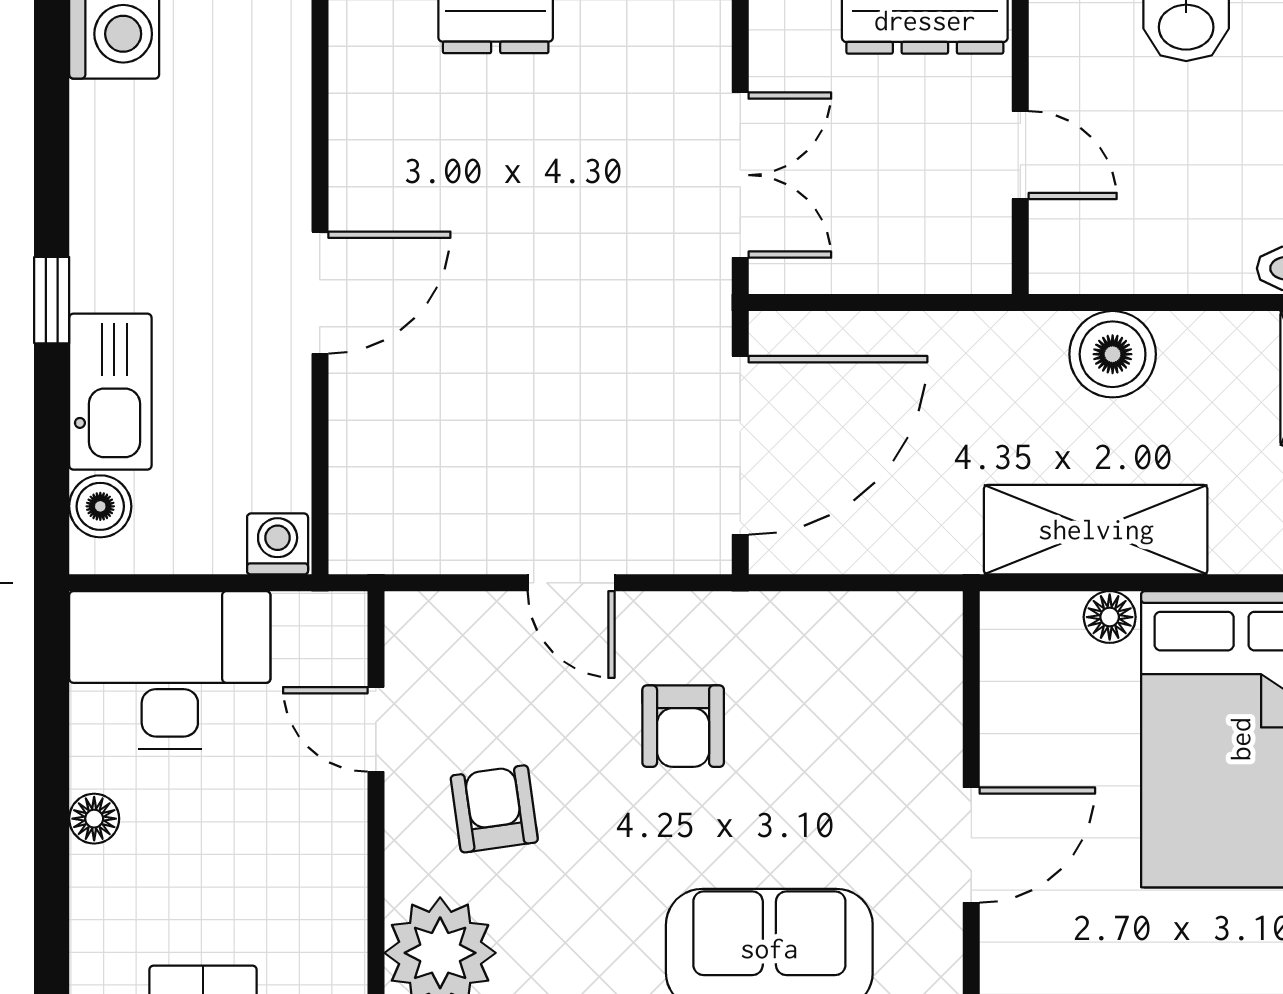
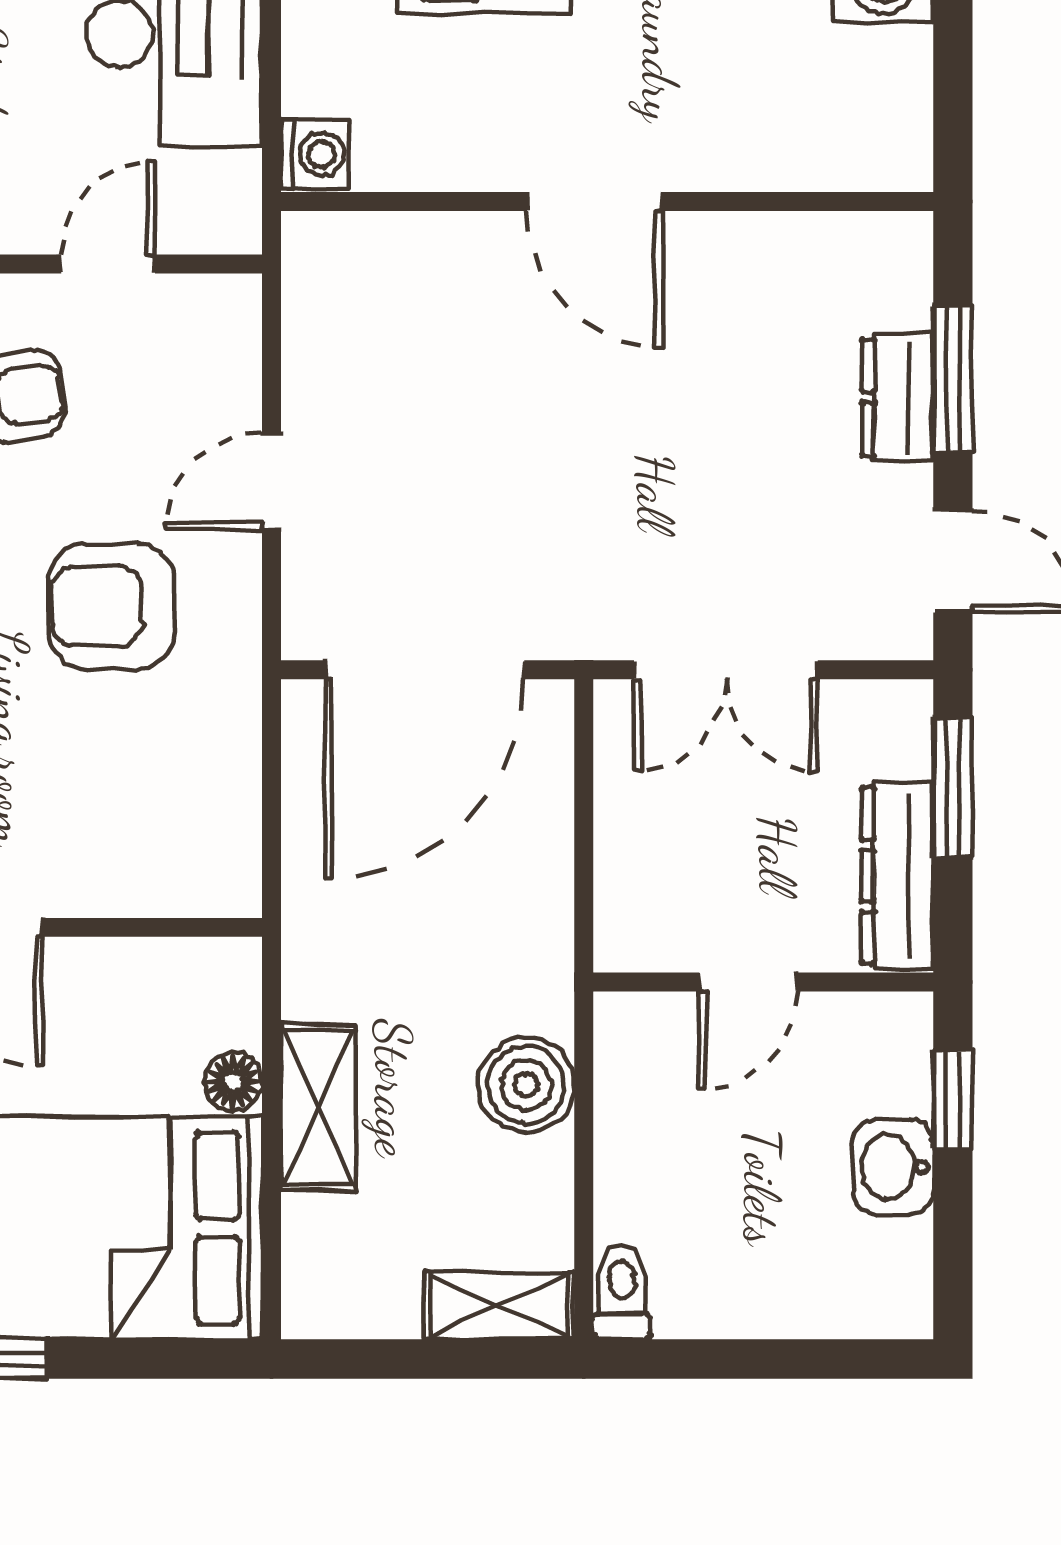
door: (740, 445) -> (425, 670), hinge flipped
shelving: (1096, 530) -> (318, 1107), width x0.67, depth x0.75
armchair: (683, 726) -> (112, 606), width x1.38, depth x1.38

